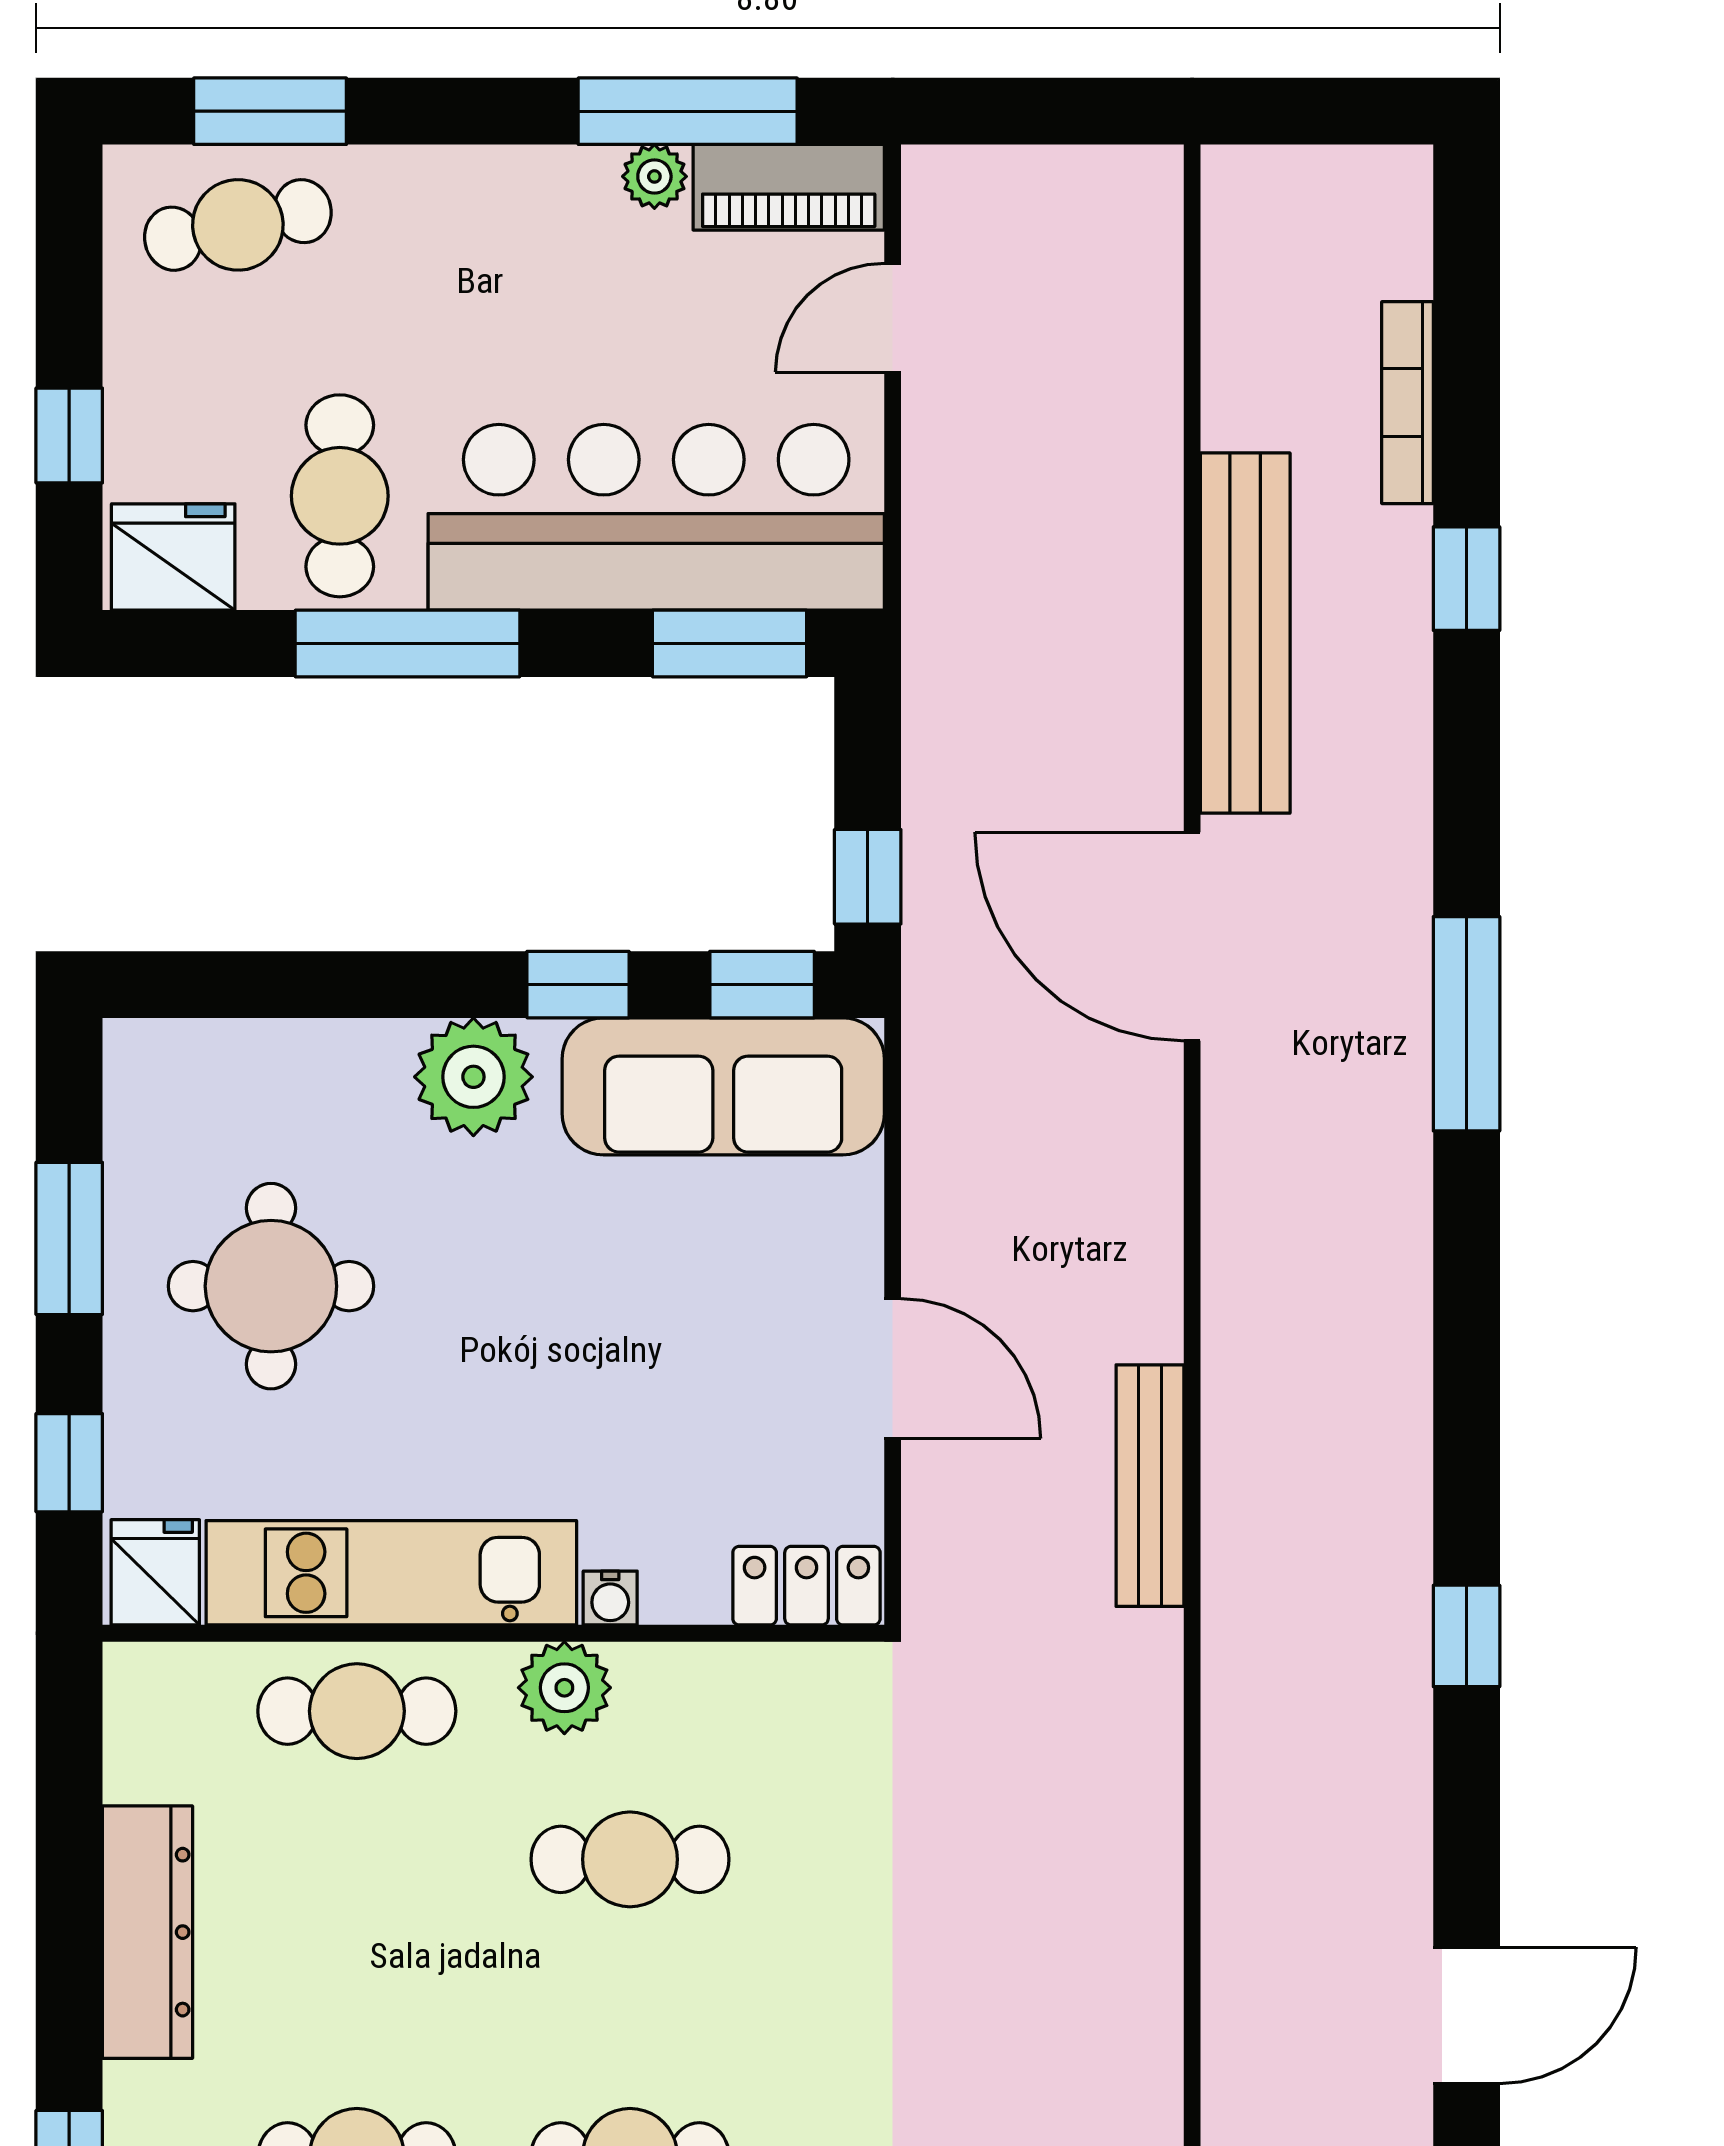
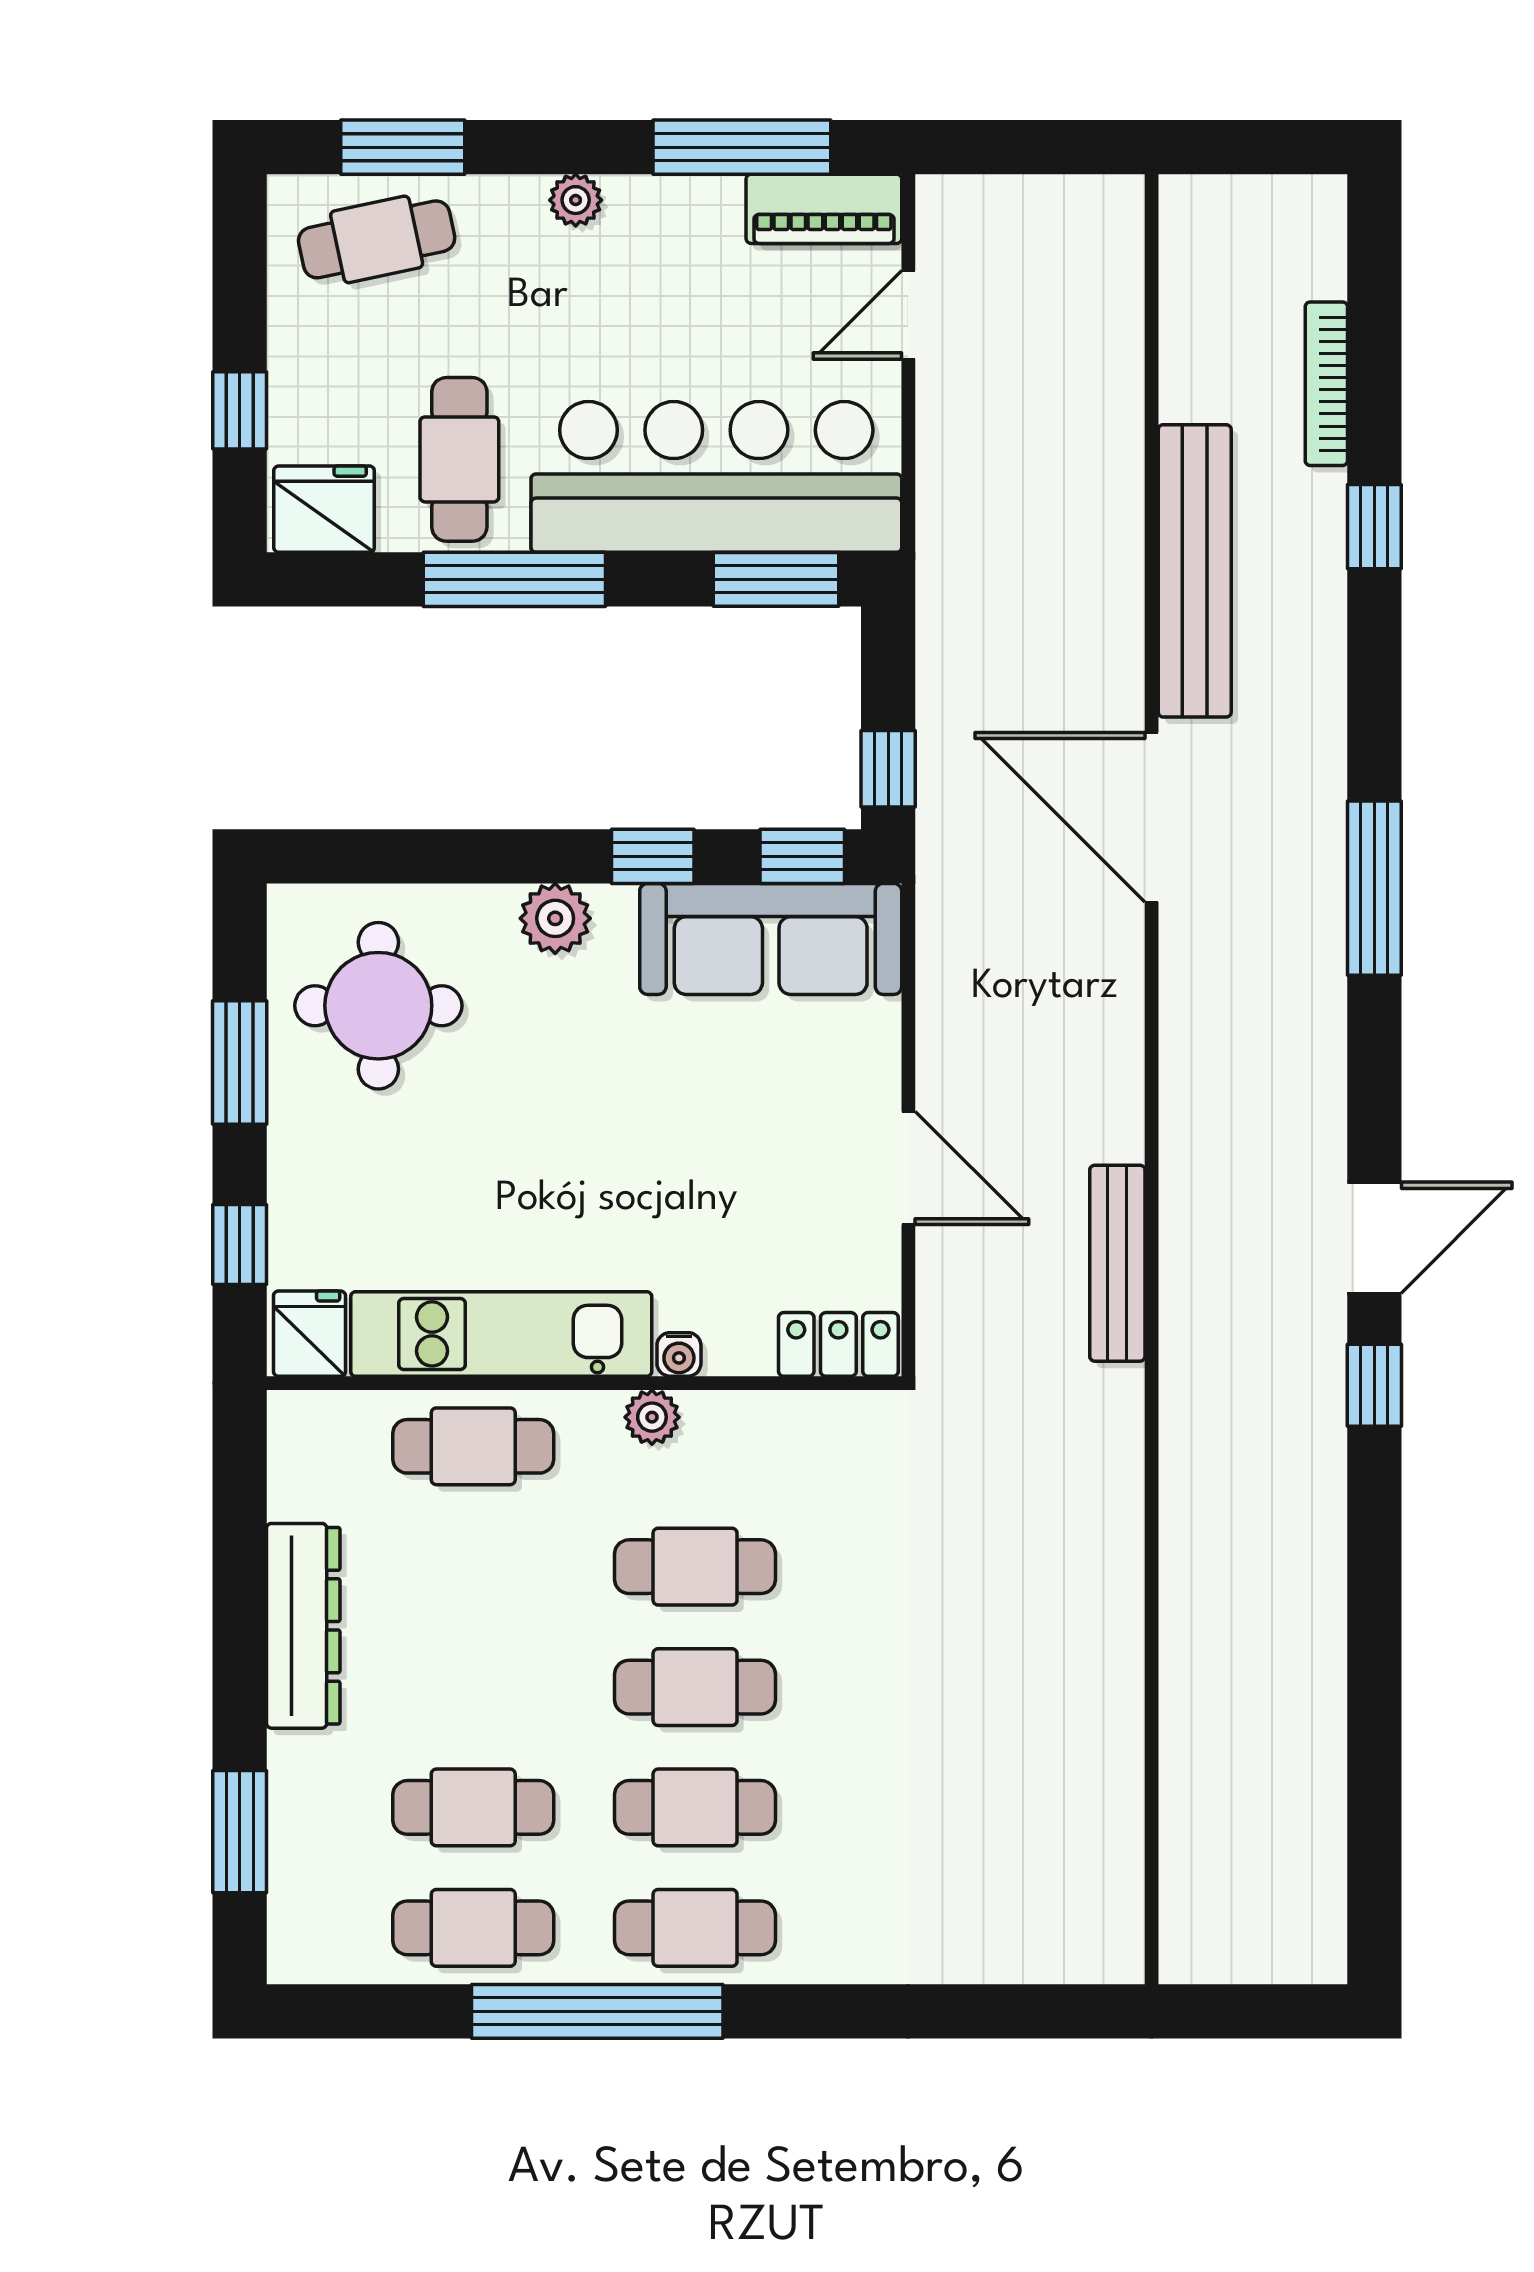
plant: (654, 176) -> (576, 200), moved
plant: (473, 1077) -> (555, 918), width x0.73, depth x0.73
round table: (271, 1286) -> (378, 1006), moved
plant: (564, 1688) -> (652, 1417), width x0.73, depth x0.73
cafe table: (630, 2008) -> (695, 1687), added
door: (1467, 2015) -> (1374, 1238), moved

